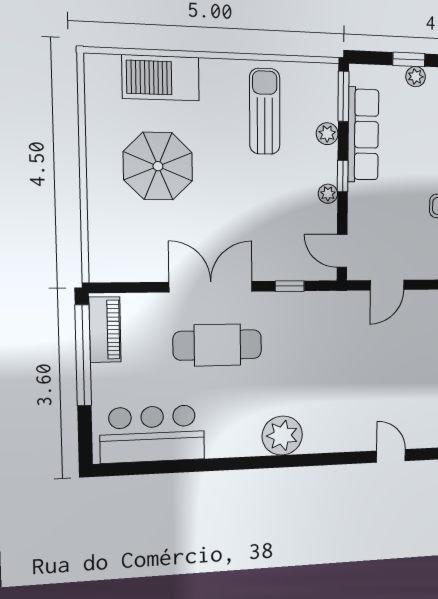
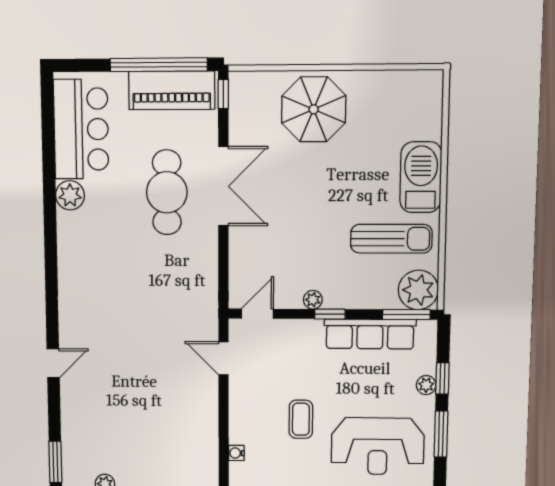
barbecue: (161, 78) -> (421, 177), moved
plant: (327, 134) -> (418, 290), moved, width x1.88, depth x1.88
parasol: (158, 166) -> (314, 109), moved
window: (290, 286) -> (223, 94), moved
piano: (105, 330) -> (172, 90), width x1.37, depth x1.33
plant: (282, 436) -> (70, 195), moved, width x0.73, depth x0.73

